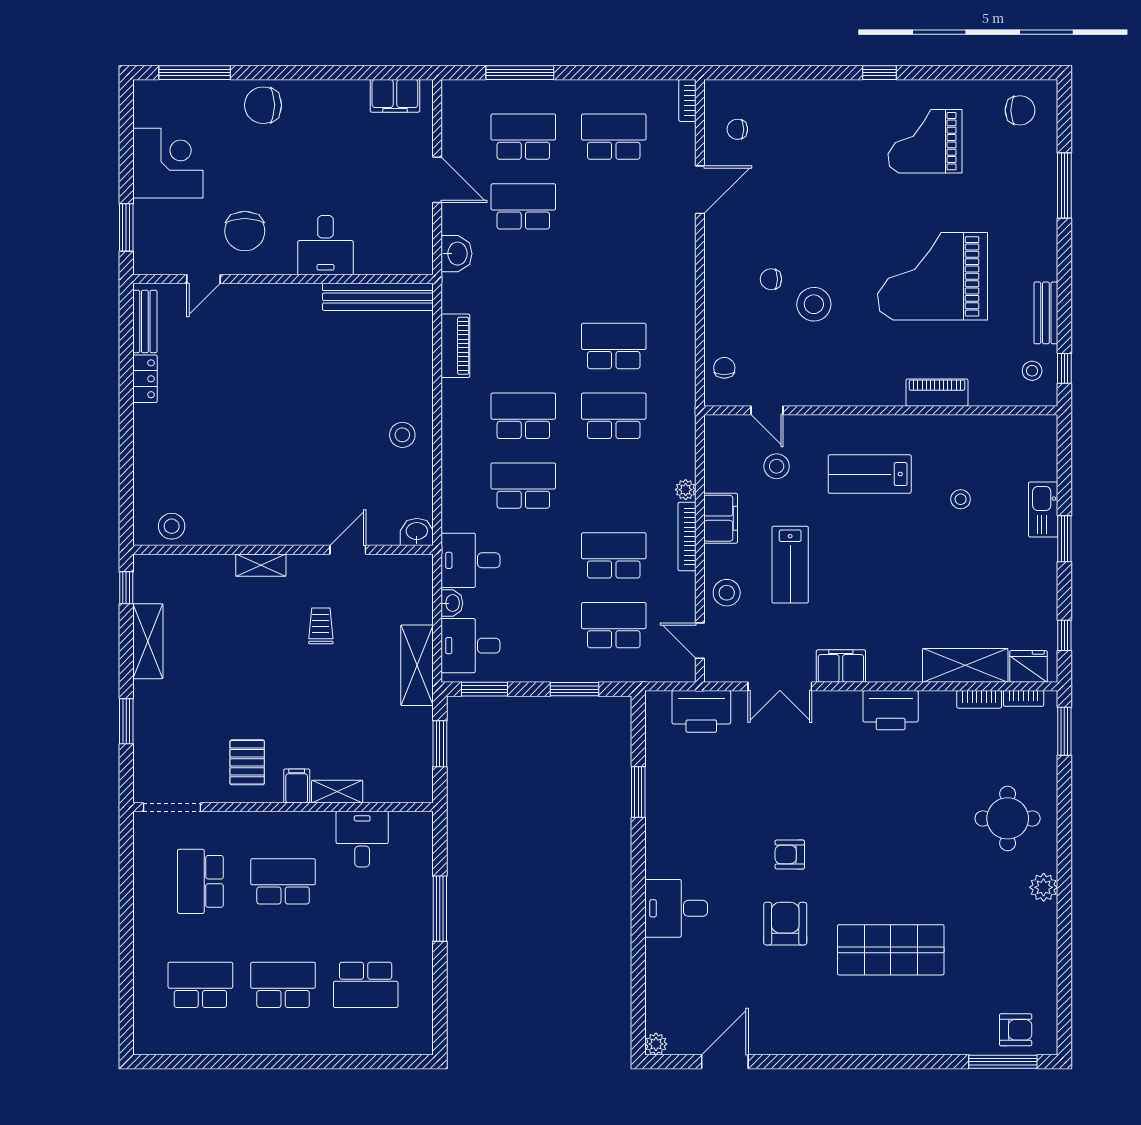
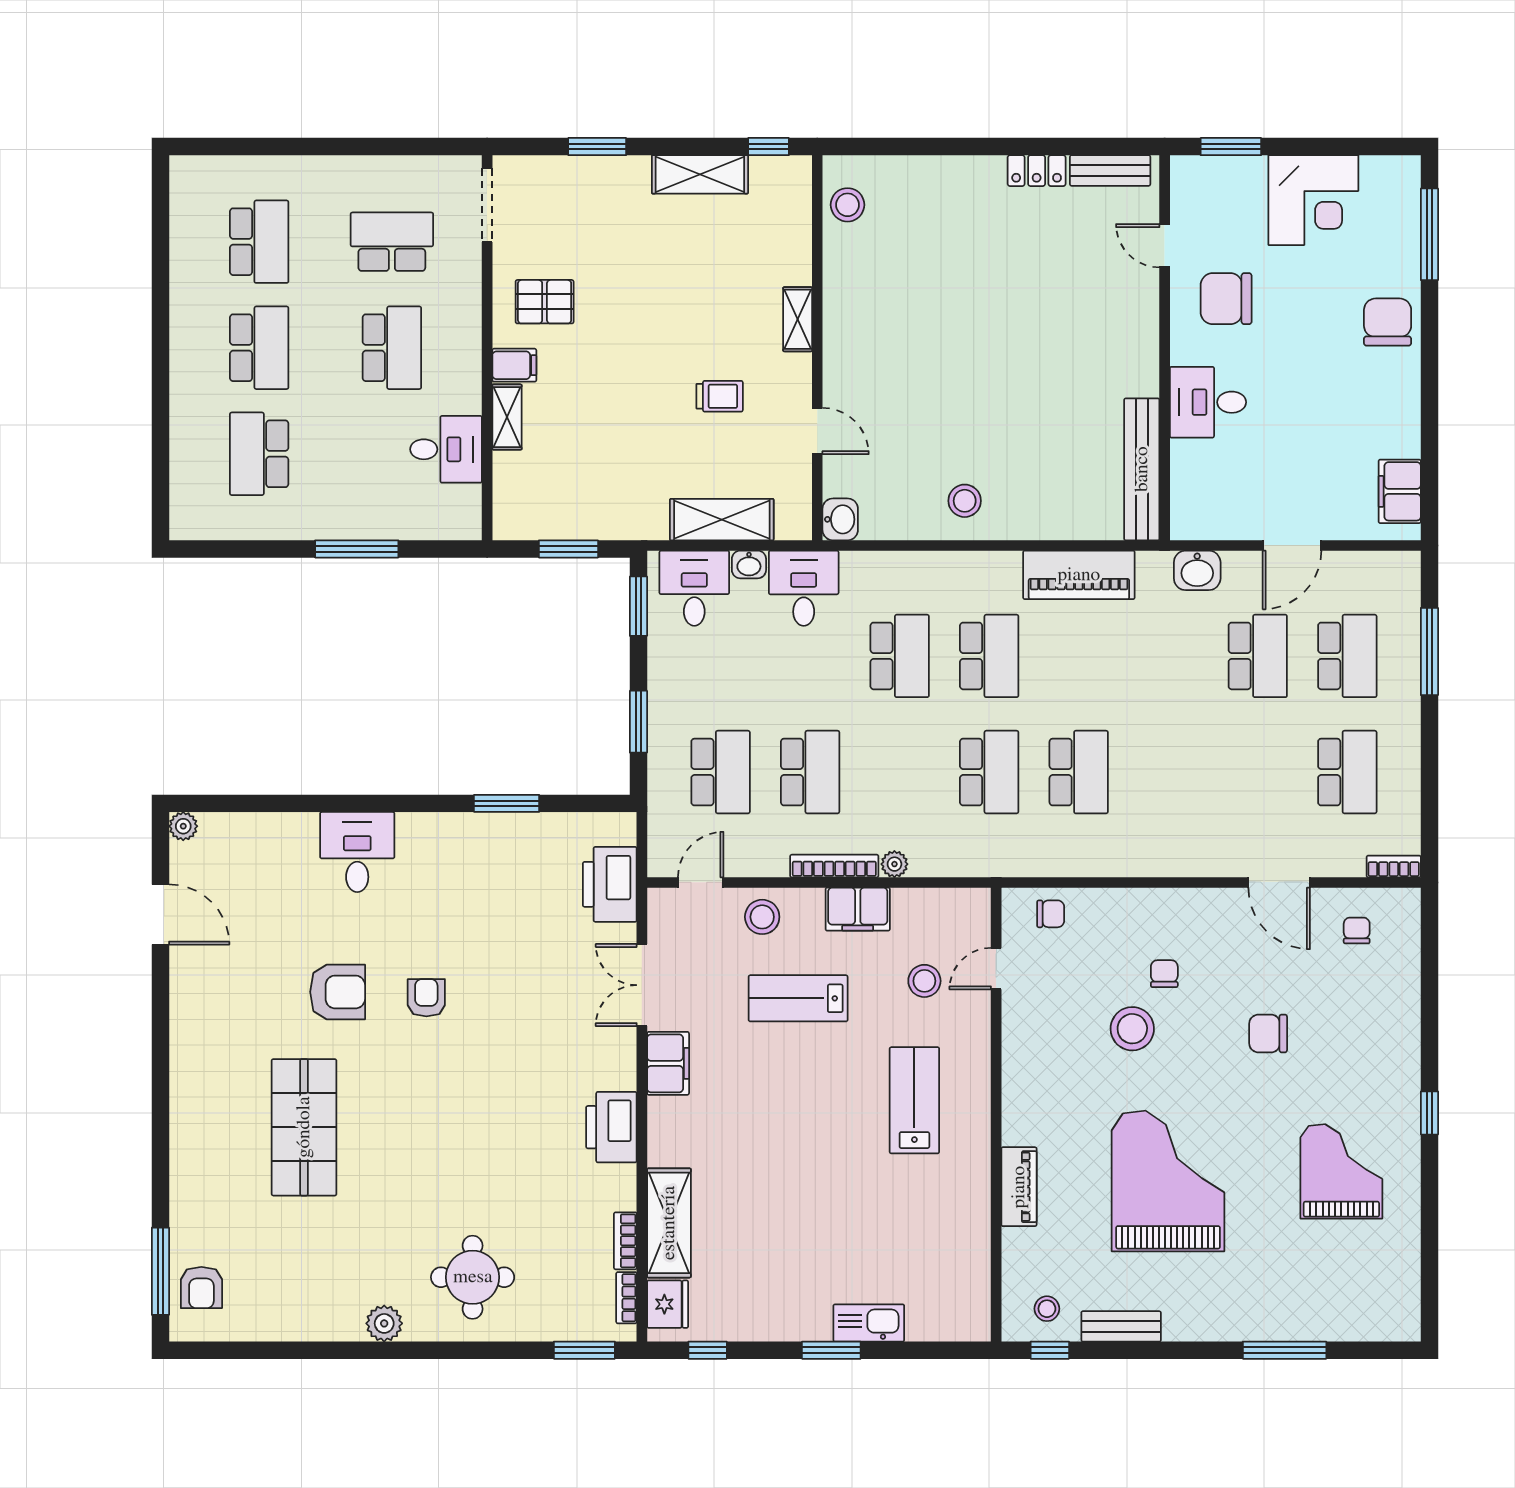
chair: (1020, 110) -> (1268, 1033), moved, turned 90
piano: (455, 346) -> (1079, 575), width x1.37, depth x1.33
stool: (961, 499) -> (882, 1217), removed
shelving: (417, 665) -> (722, 520), moved

